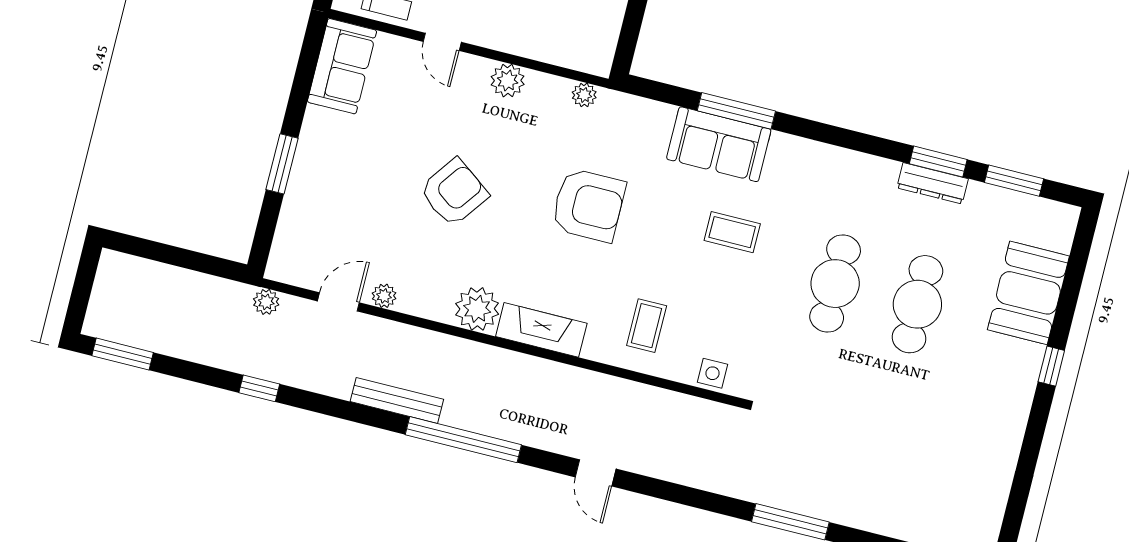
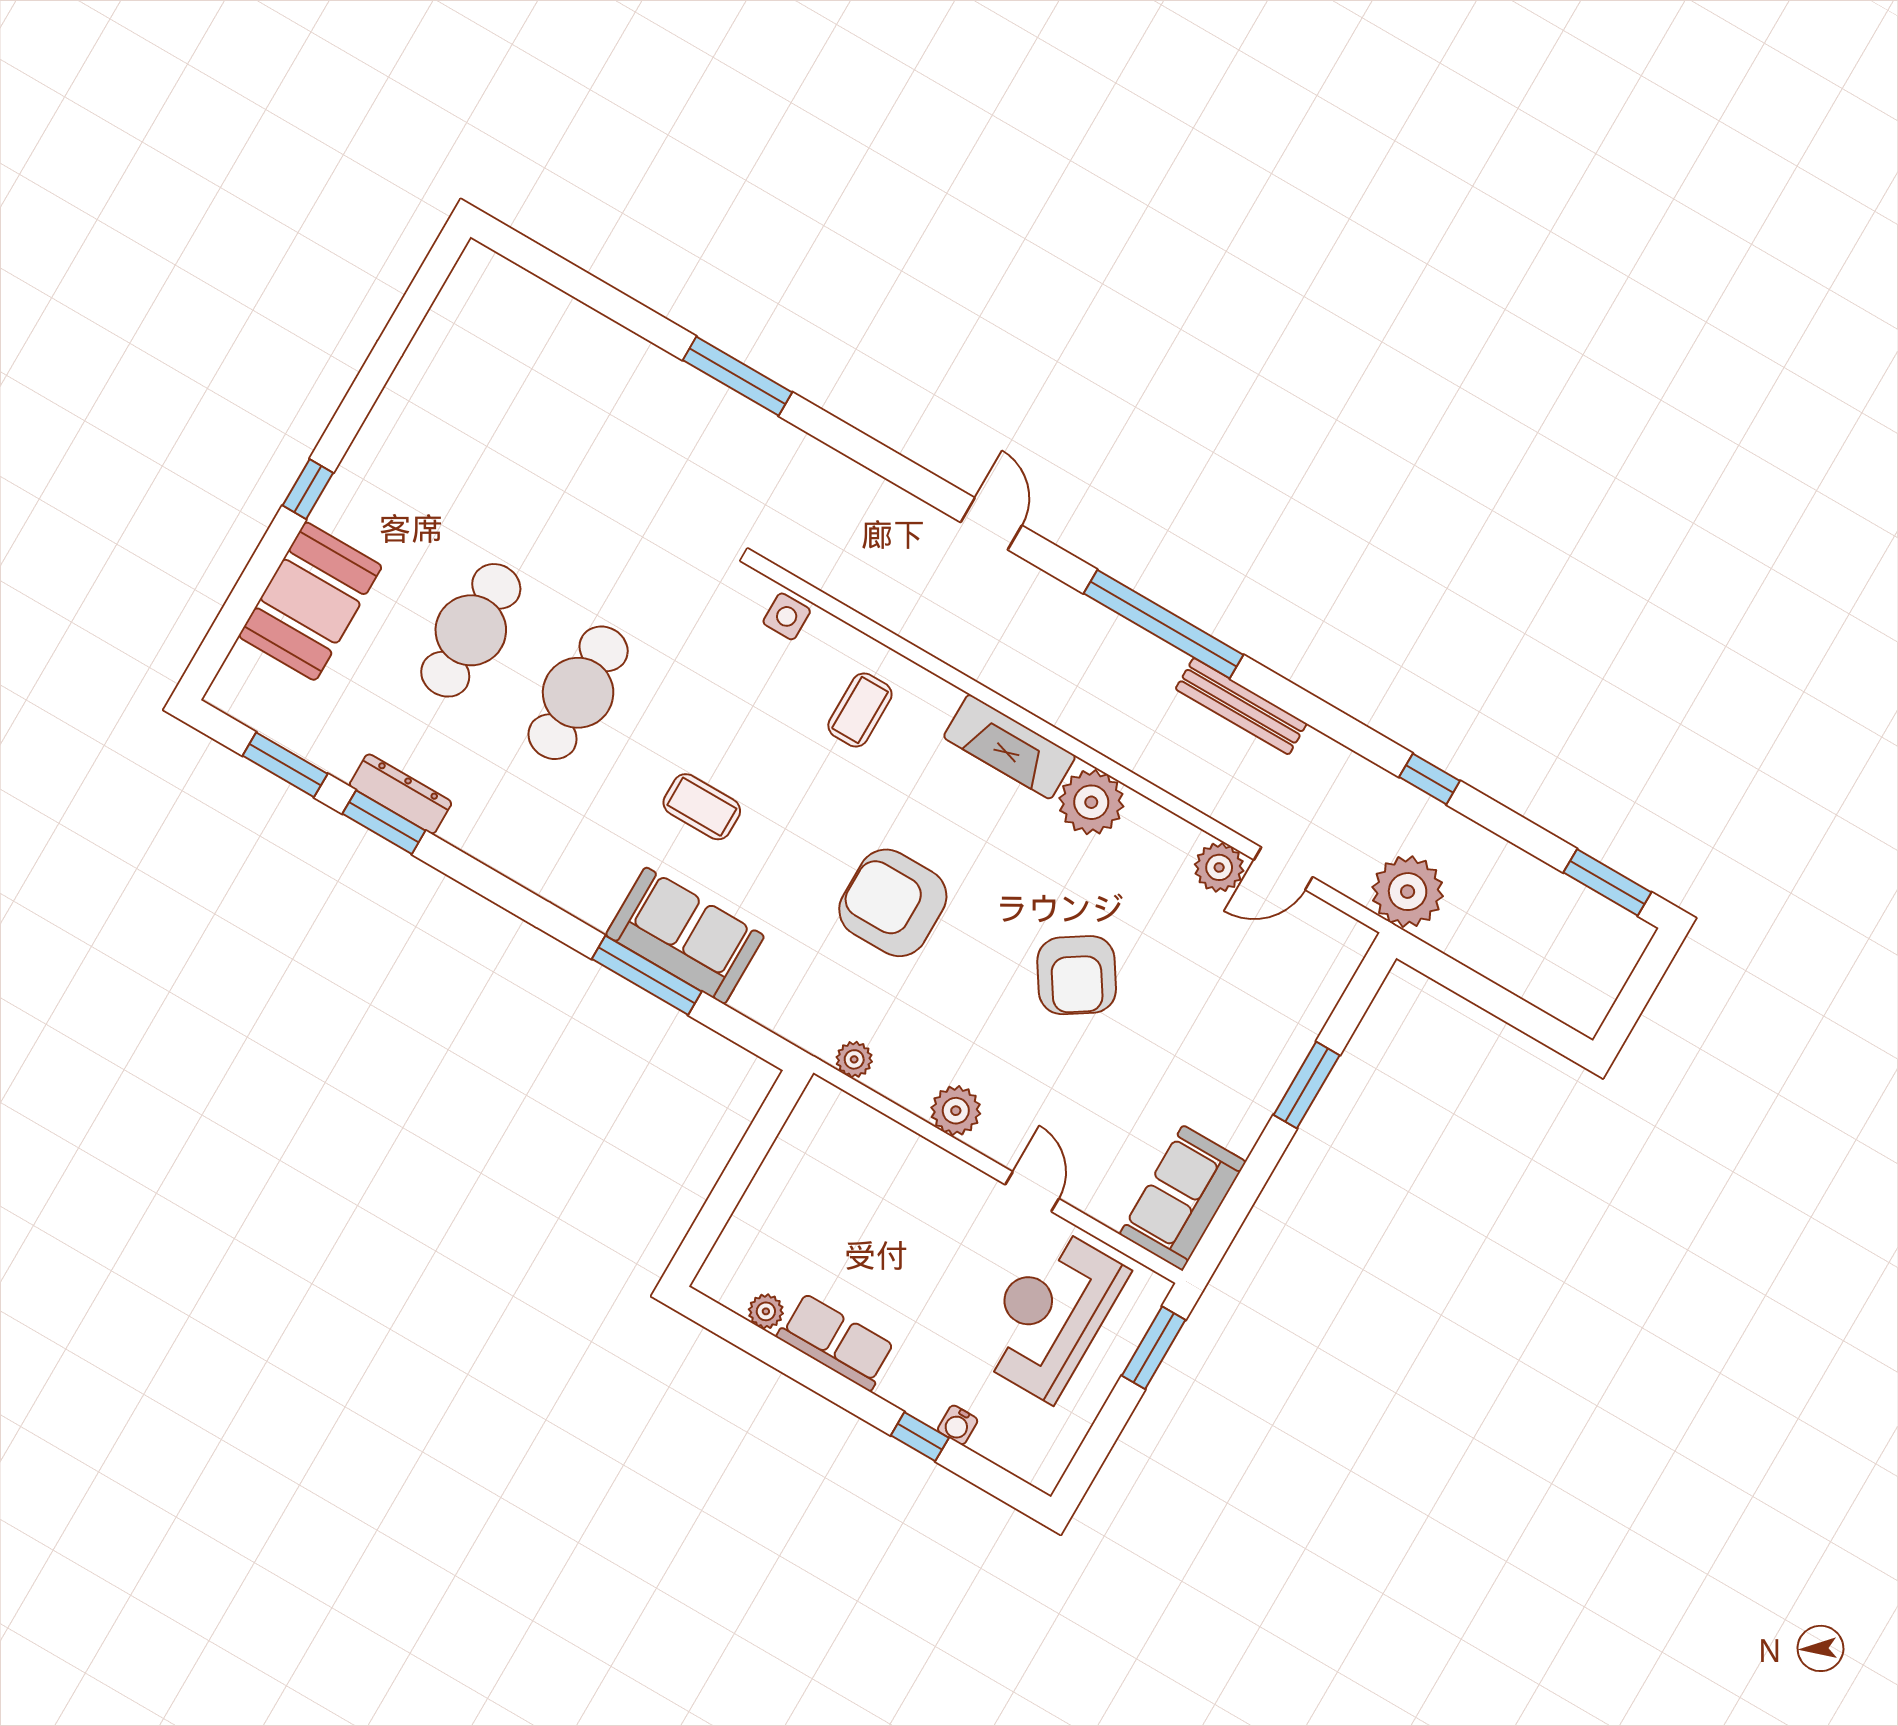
armchair: (454, 193) -> (1077, 975), turned -69
plant: (384, 296) -> (1219, 867), width x1.38, depth x1.38
plant: (266, 302) -> (1408, 892), width x1.88, depth x1.88

